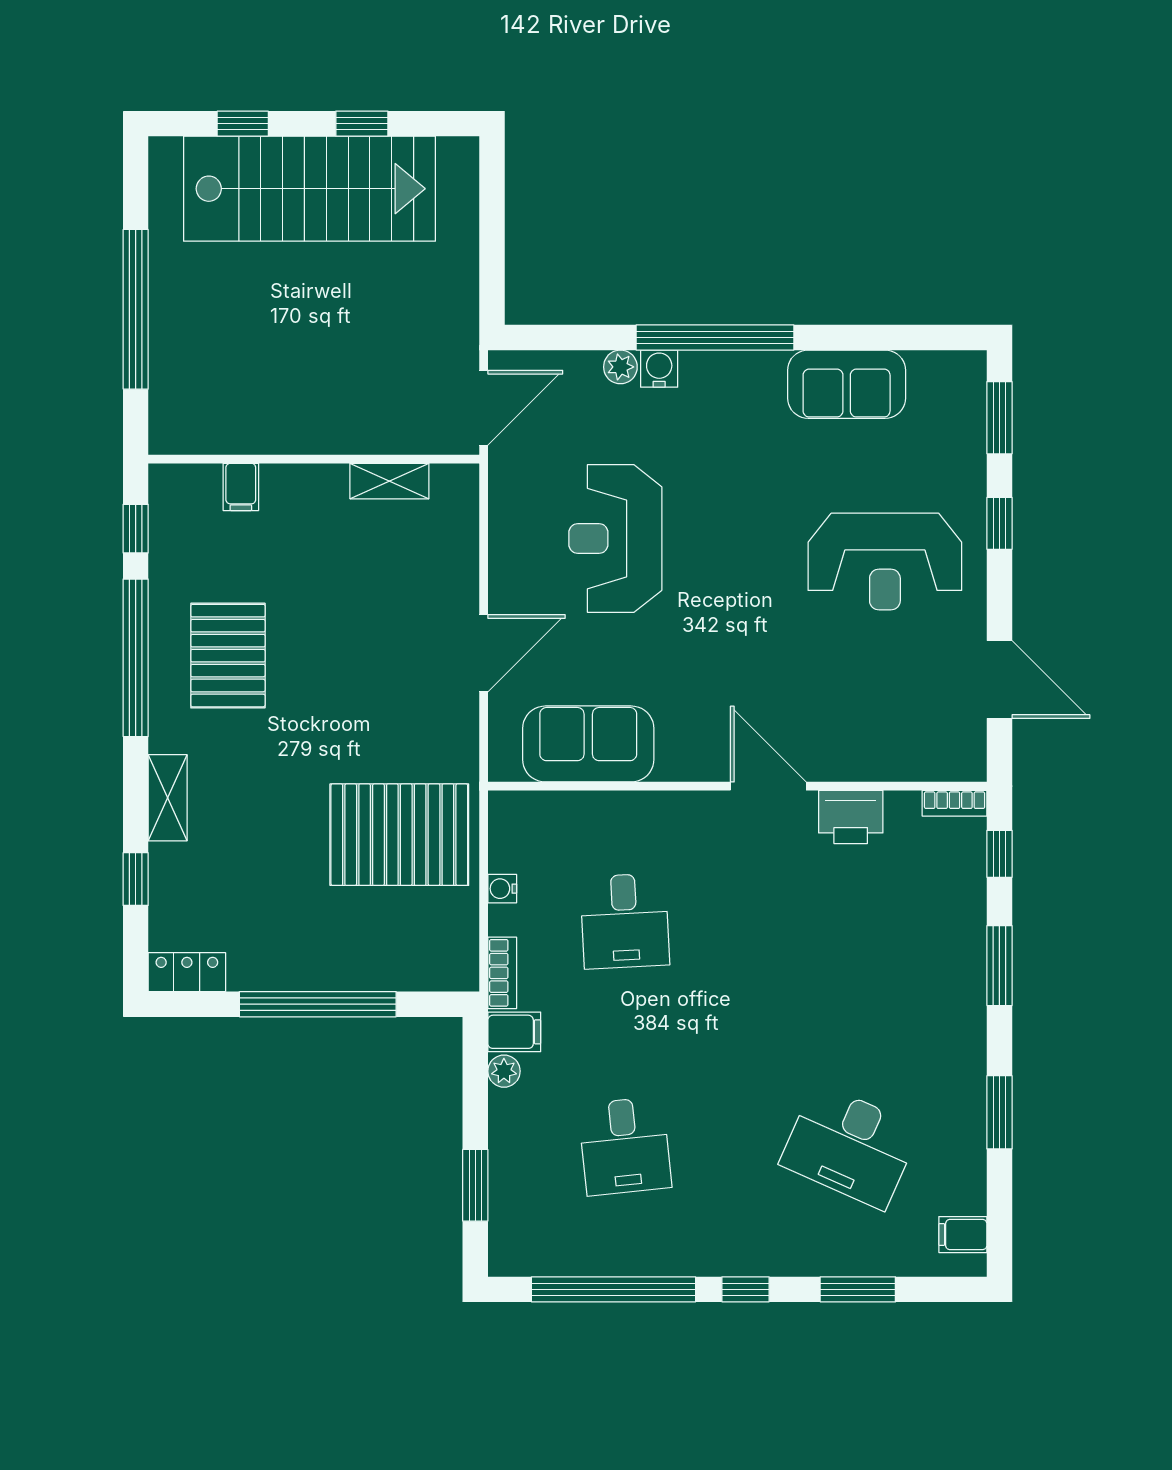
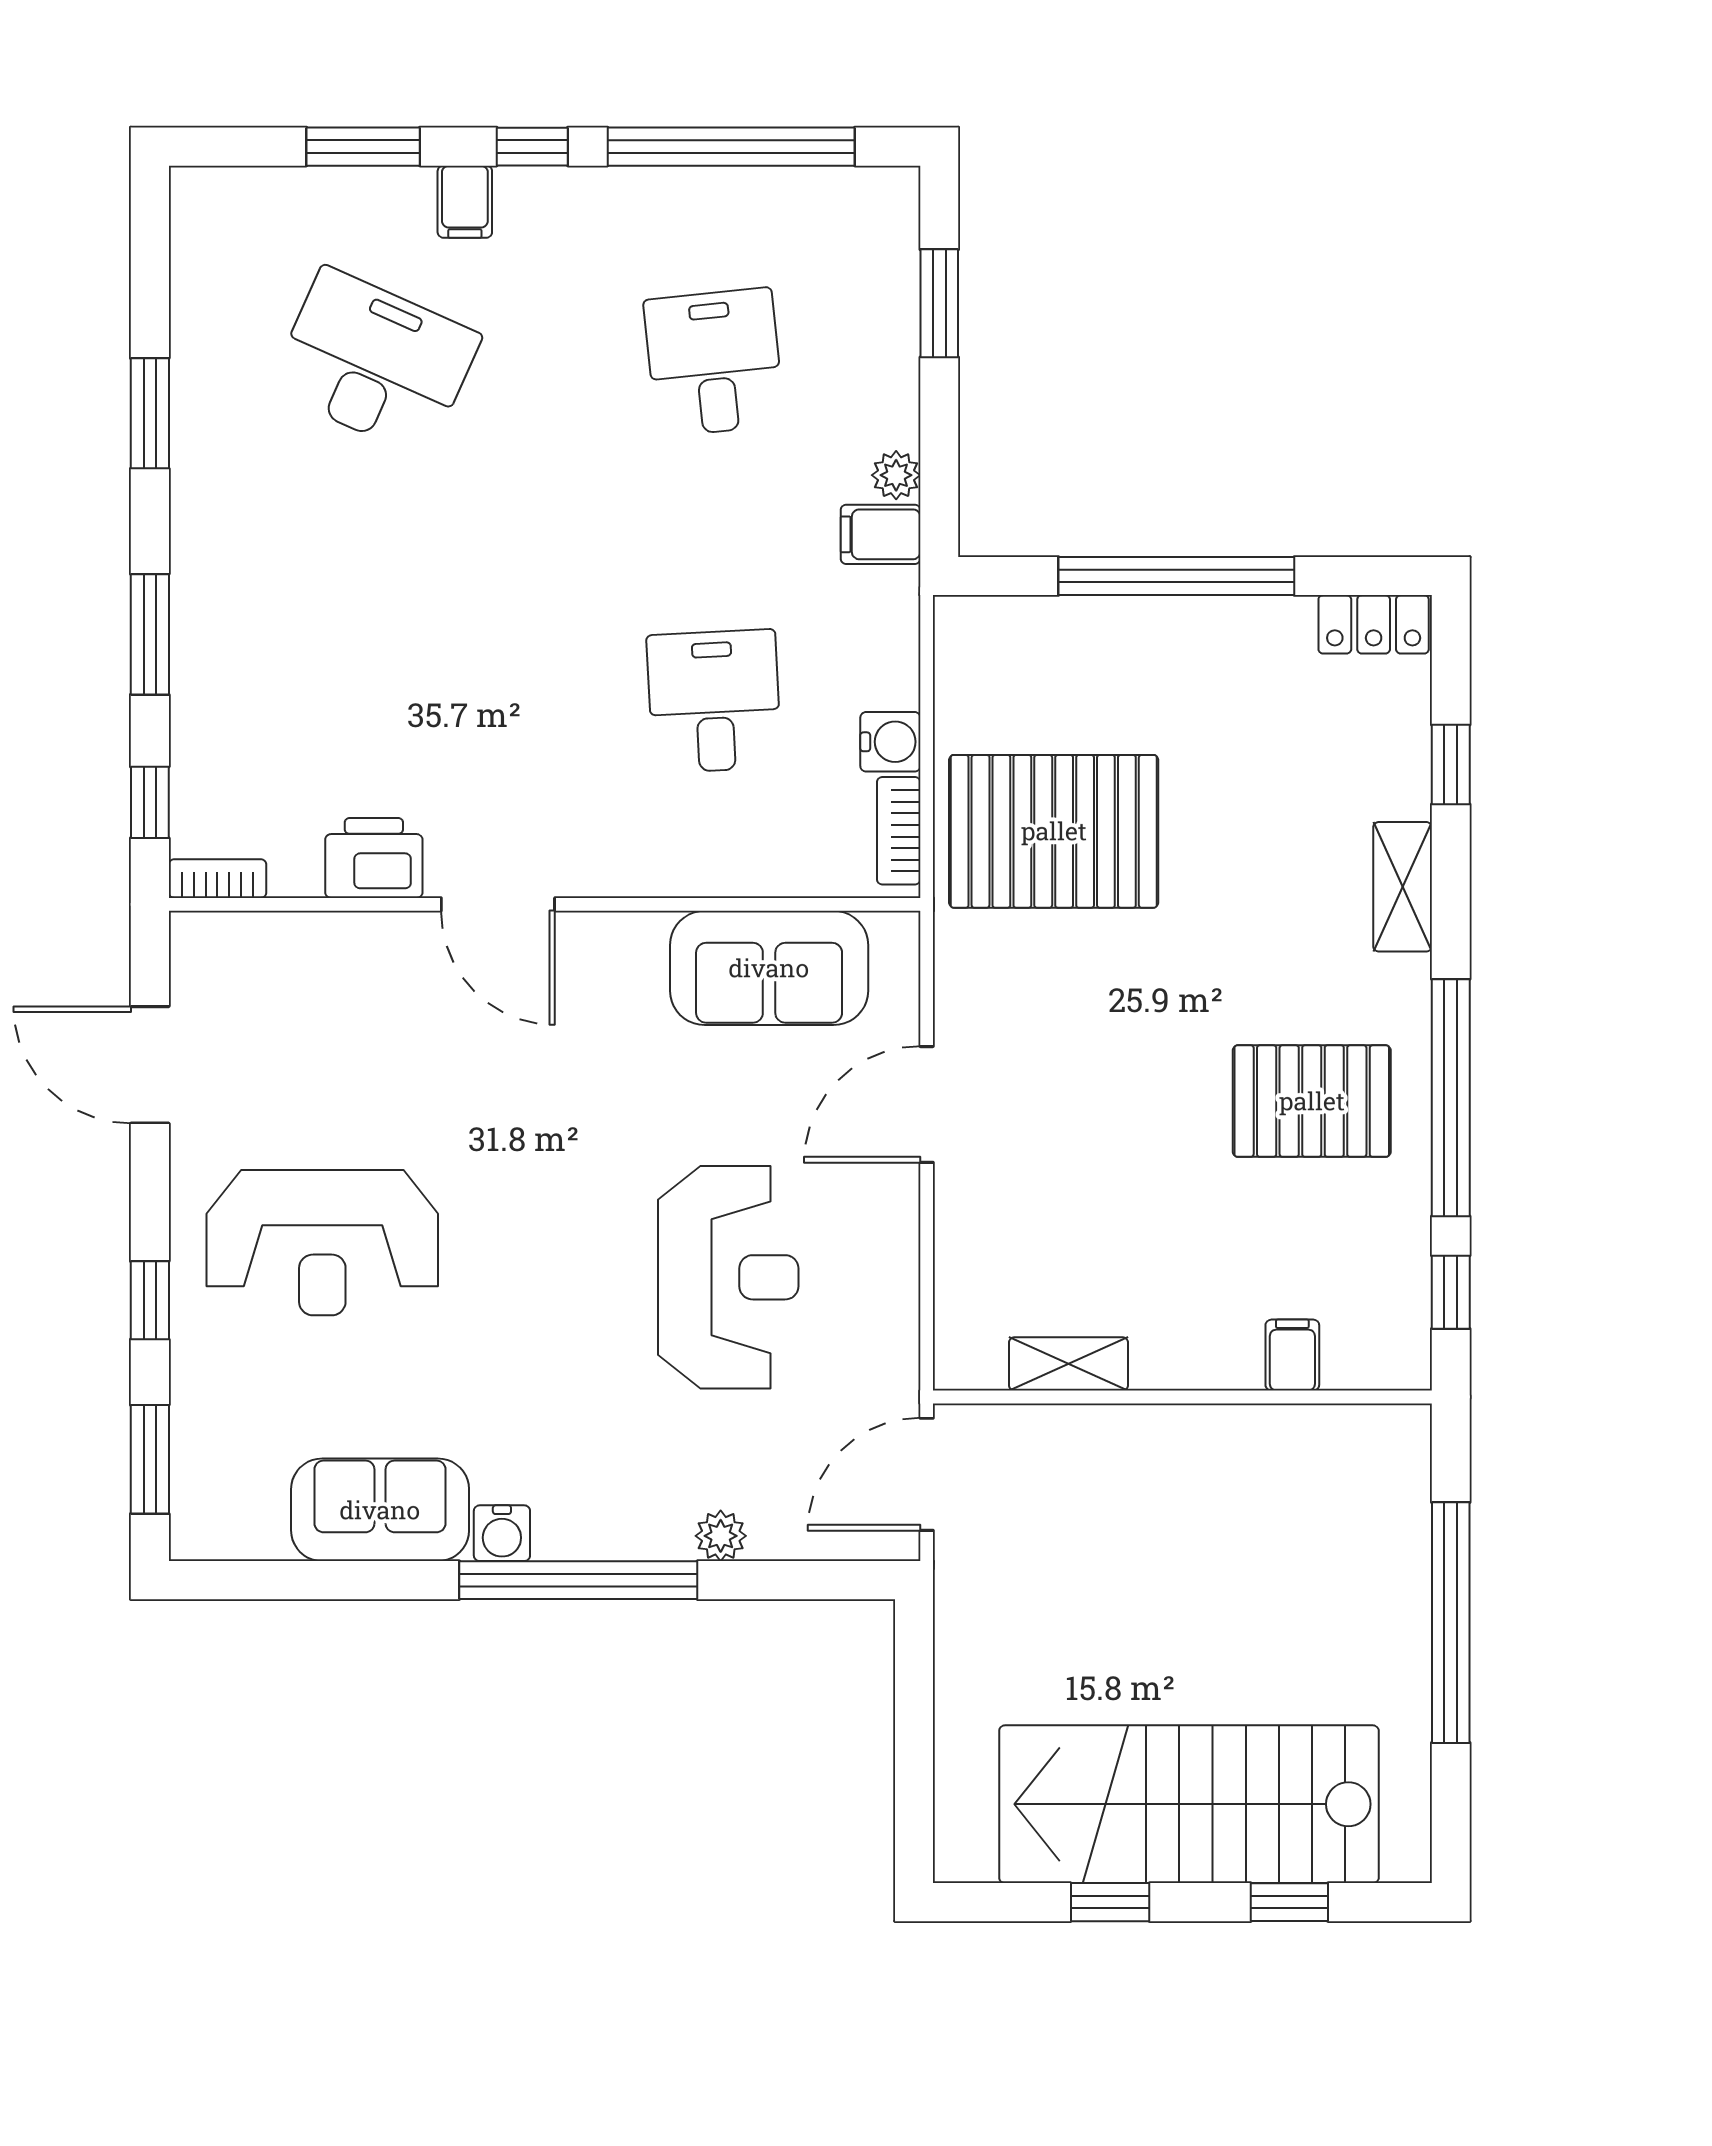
water cooler: (659, 369) -> (502, 1533), moved
reception desk: (885, 562) -> (322, 1243), turned 180
pallet: (228, 656) -> (1312, 1101), turned 90
water cooler: (502, 889) -> (890, 742), width x1.38, depth x1.38
bookcase: (502, 973) -> (899, 831), moved
filing cabinet: (963, 1235) -> (465, 202), moved, turned 90

